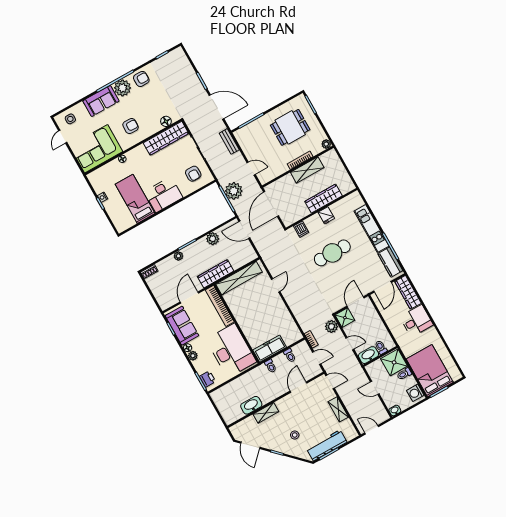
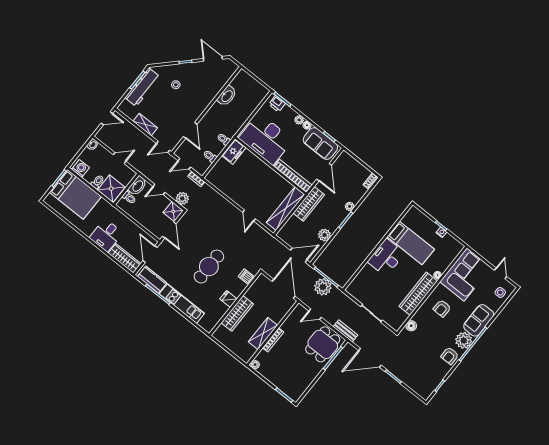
dining table: (290, 127) -> (323, 344), moved
wardrobe: (166, 138) -> (418, 294), moved
armchair: (193, 174) -> (367, 288), removed
freezer: (270, 349) -> (234, 152), width x0.71
shelving: (266, 413) -> (211, 94), removed

